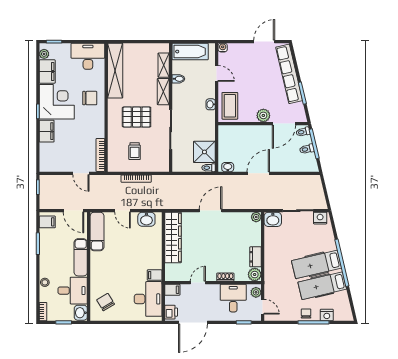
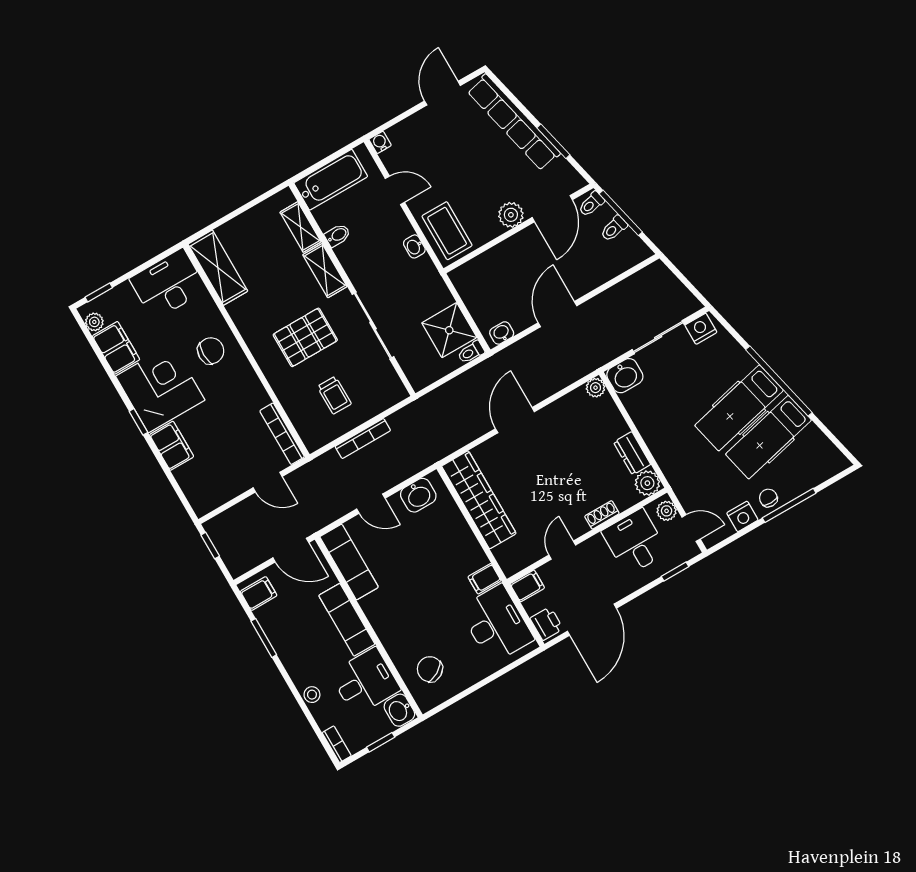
shelving: (115, 71) -> (218, 268), width x0.68
nightstand: (327, 315) -> (742, 516), moved

